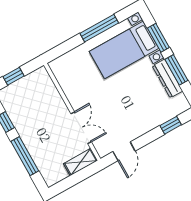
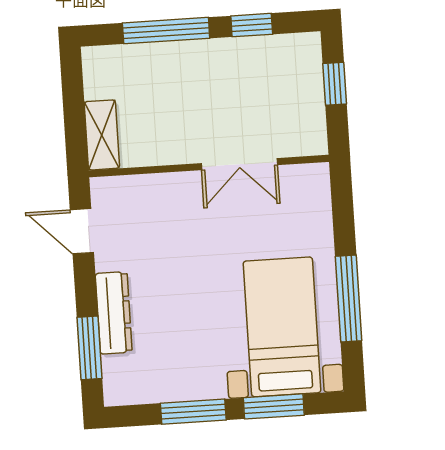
dresser: (167, 78) -> (114, 313), moved, turned 90
window: (171, 125) -> (89, 348), width x1.50
double door: (81, 128) -> (239, 164), moved

